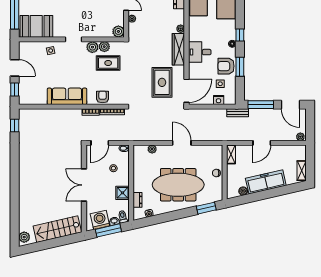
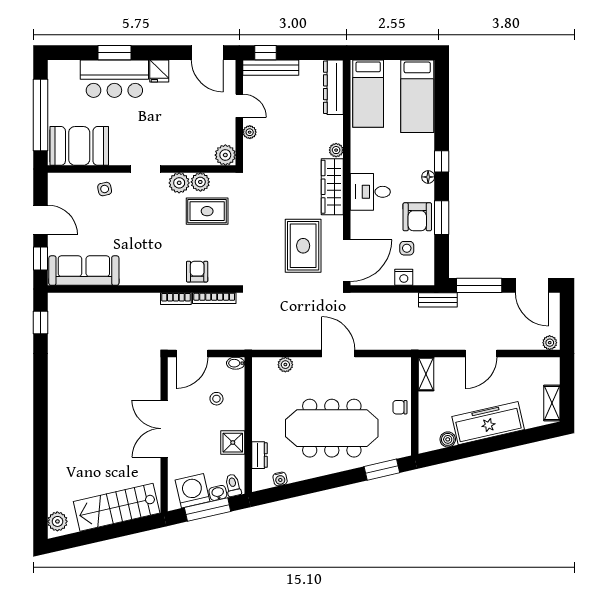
armchair: (226, 66) -> (417, 217), turned -90
sofa: (67, 96) -> (84, 271), moved

